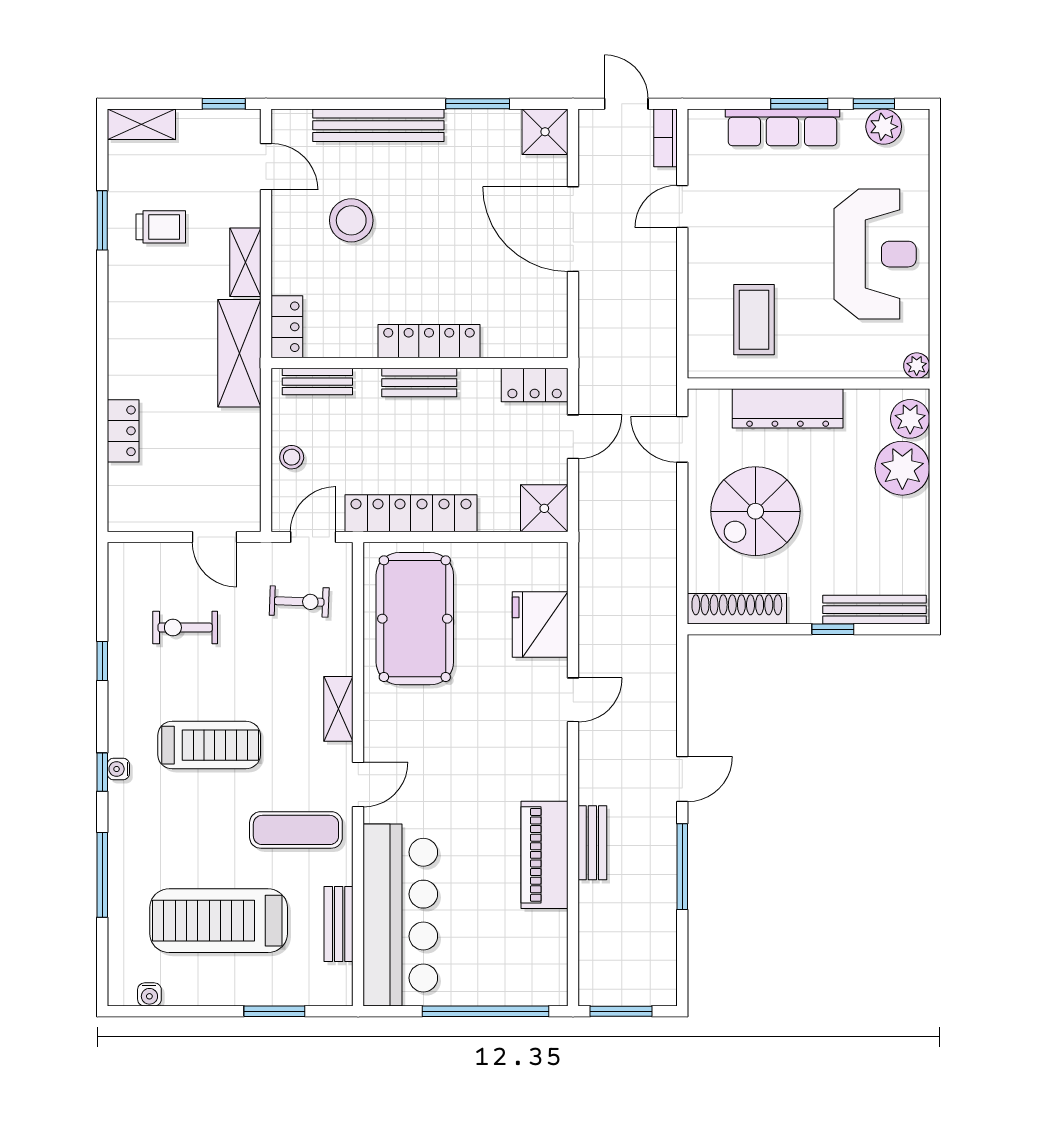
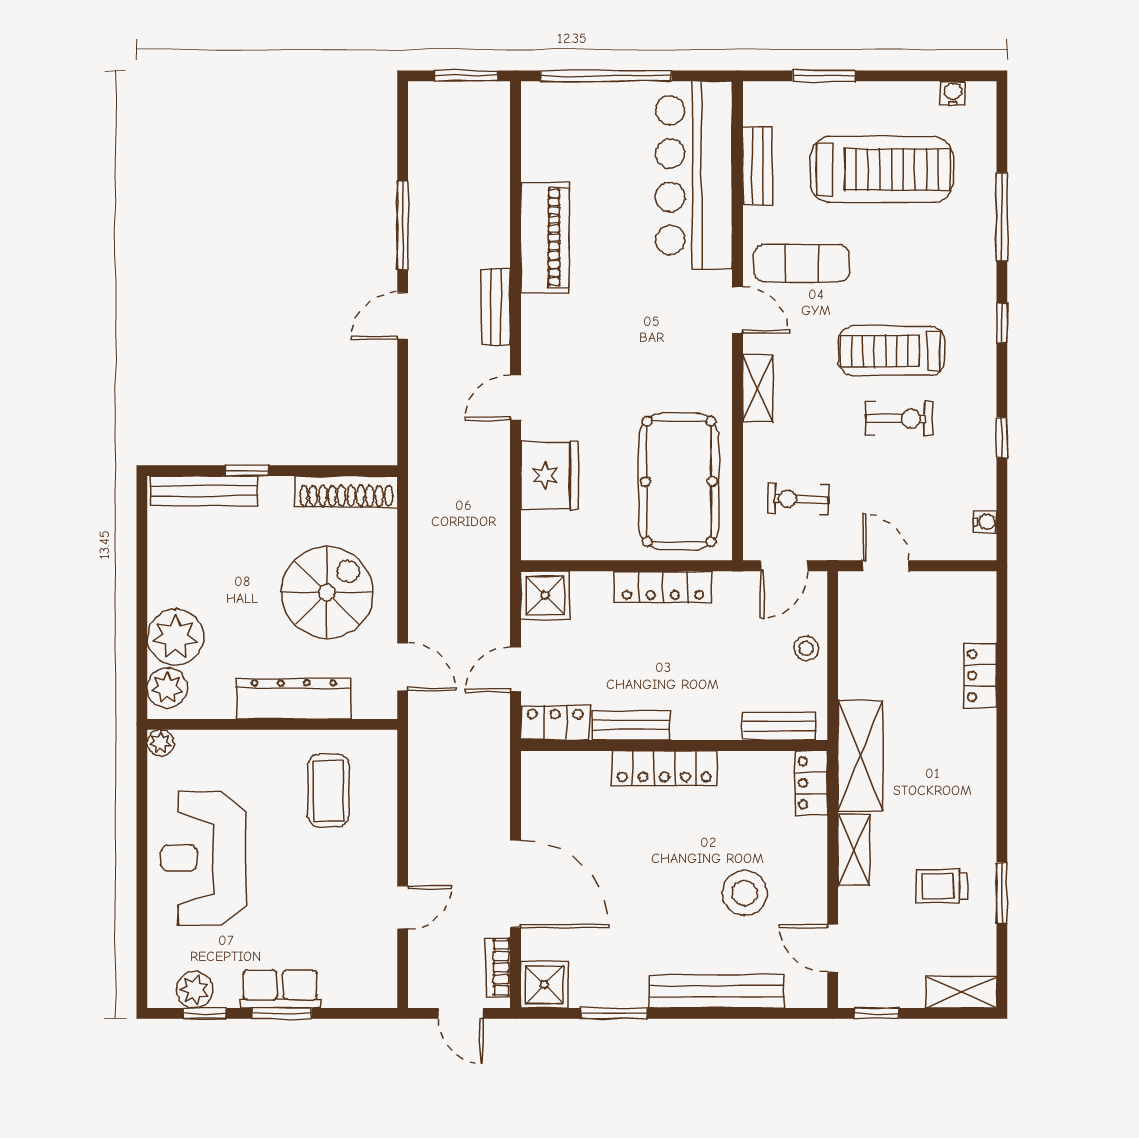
row of seats: (782, 127) -> (280, 989), width x0.68
bookcase: (666, 138) -> (498, 968), moved, turned 180
bench: (419, 383) -> (631, 725), moved
locker: (411, 513) -> (663, 587), width x0.71, depth x0.83
exercise bike: (185, 628) -> (899, 419), moved
water cooler: (118, 769) -> (985, 522), moved
door: (358, 785) -> (738, 310), swing flipped
bench: (592, 843) -> (496, 307), moved

